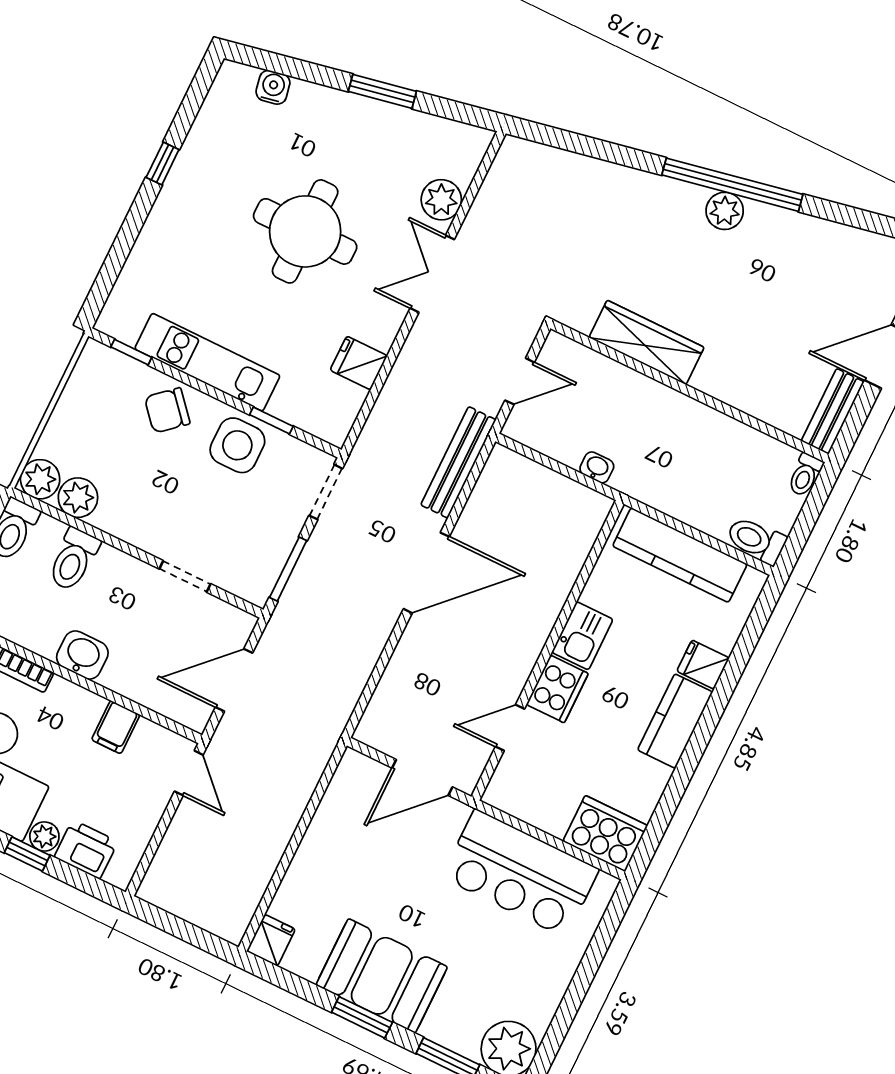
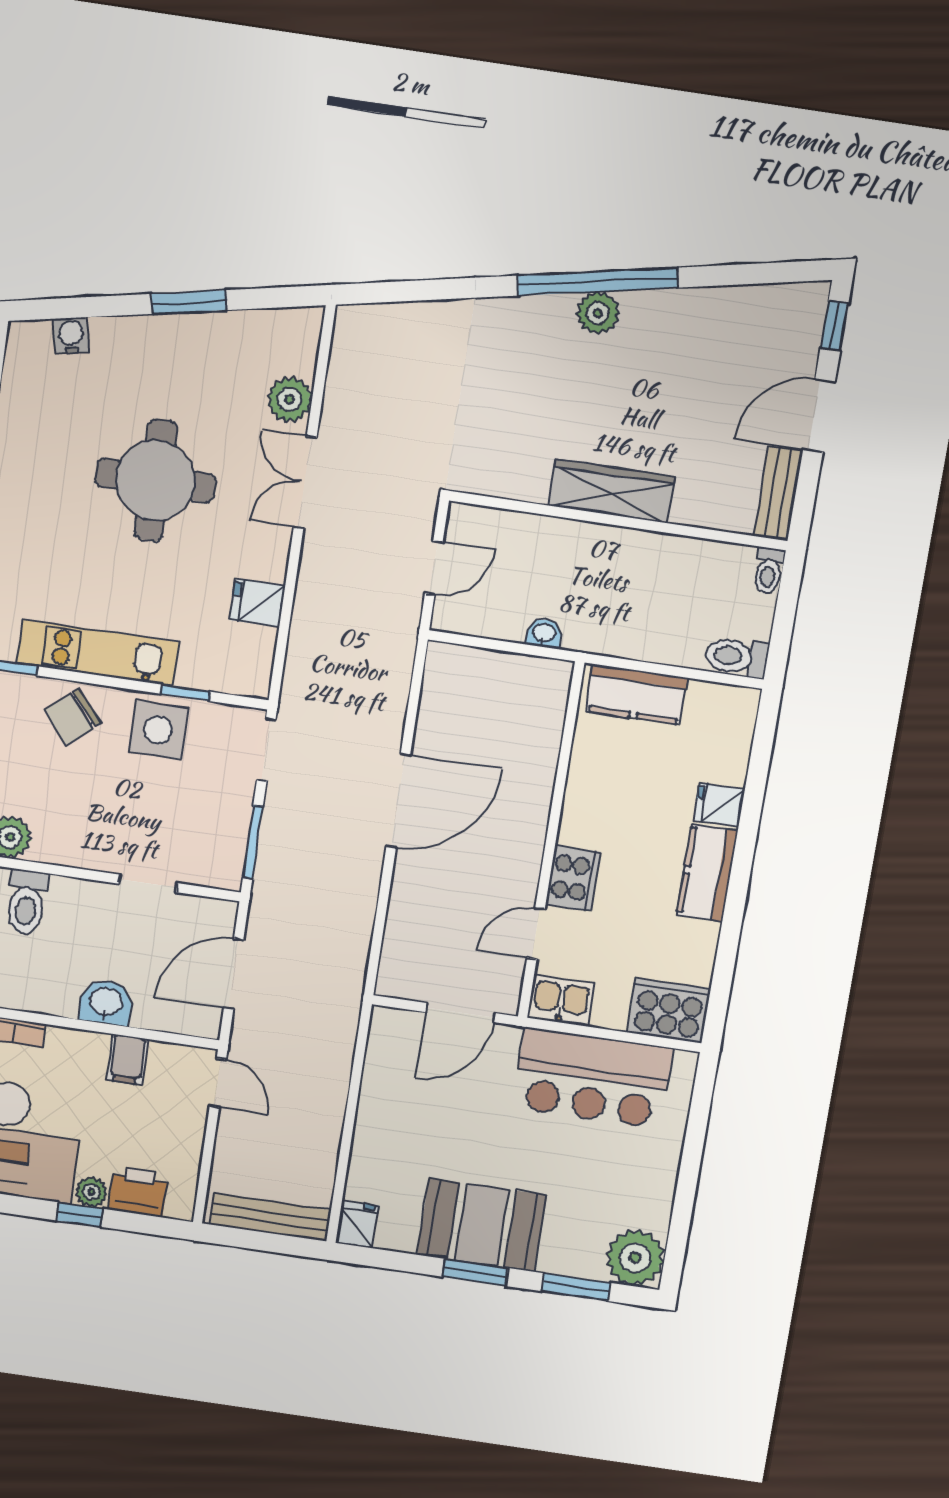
wardrobe: (647, 342) -> (612, 491), moved
bench: (458, 462) -> (271, 1217), moved, turned 90
kitchen counter: (680, 555) -> (636, 694), width x0.67
kitchen sink: (582, 636) -> (561, 1001), moved, turned -90
washbasin: (82, 655) -> (106, 1003), moved

